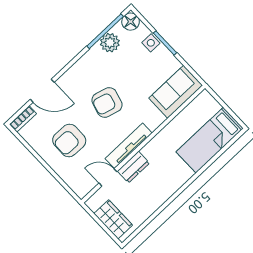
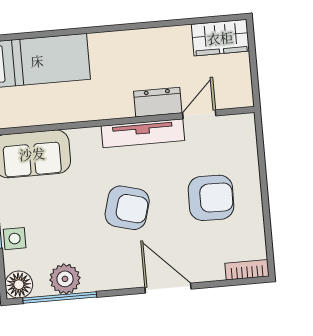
door: (42, 91) -> (168, 288), moved
door: (108, 177) -> (199, 114), swing flipped
wardrobe: (113, 219) -> (220, 38), moved, turned -90

